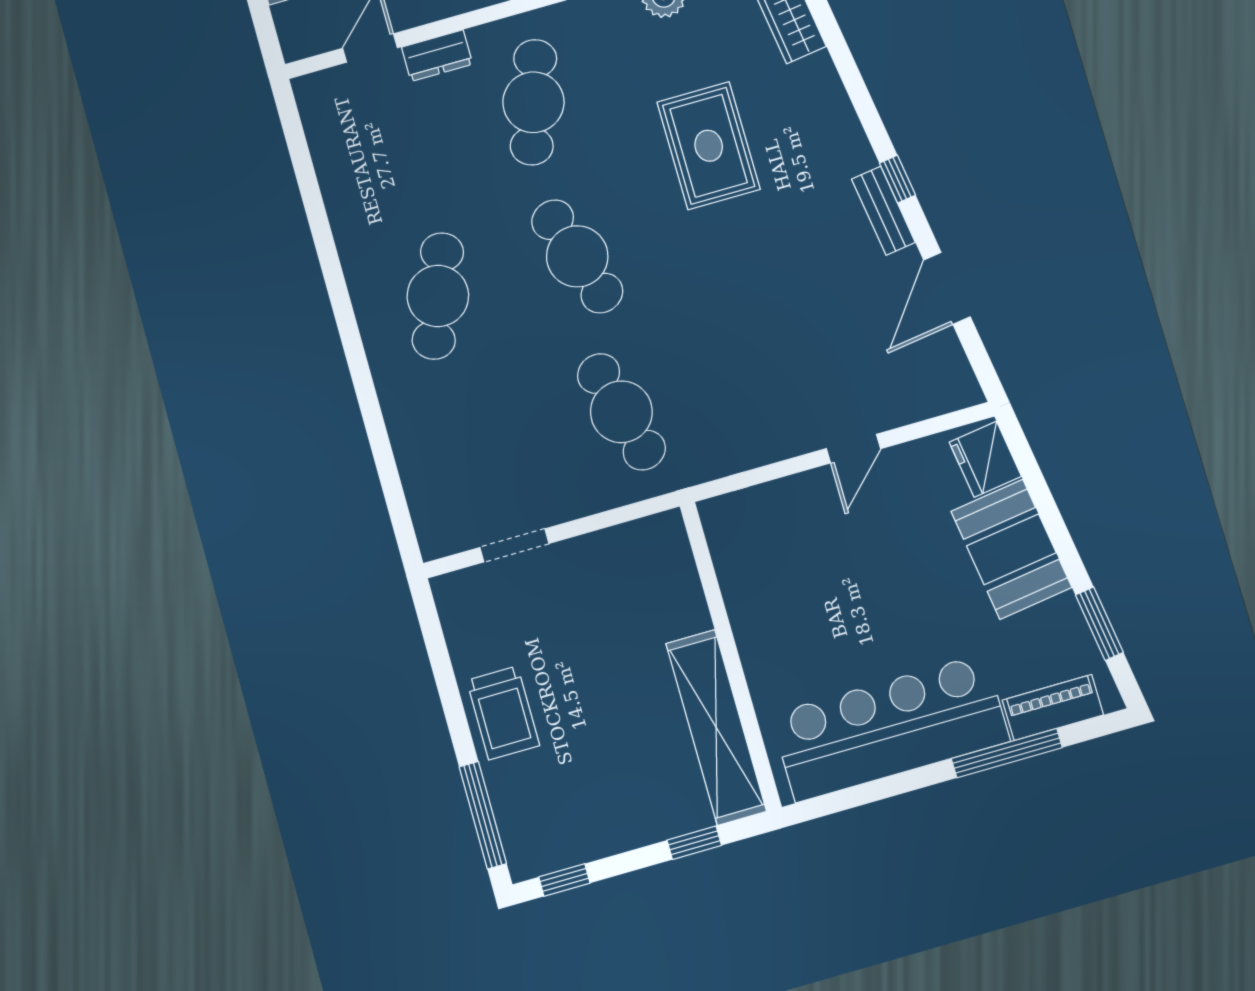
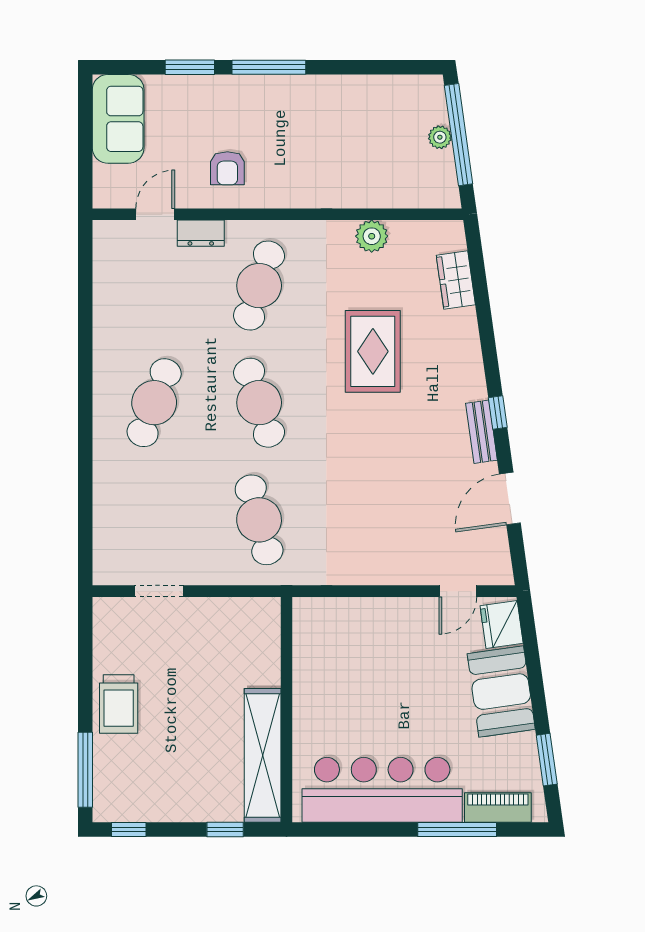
door: (853, 449) -> (458, 591), moved

